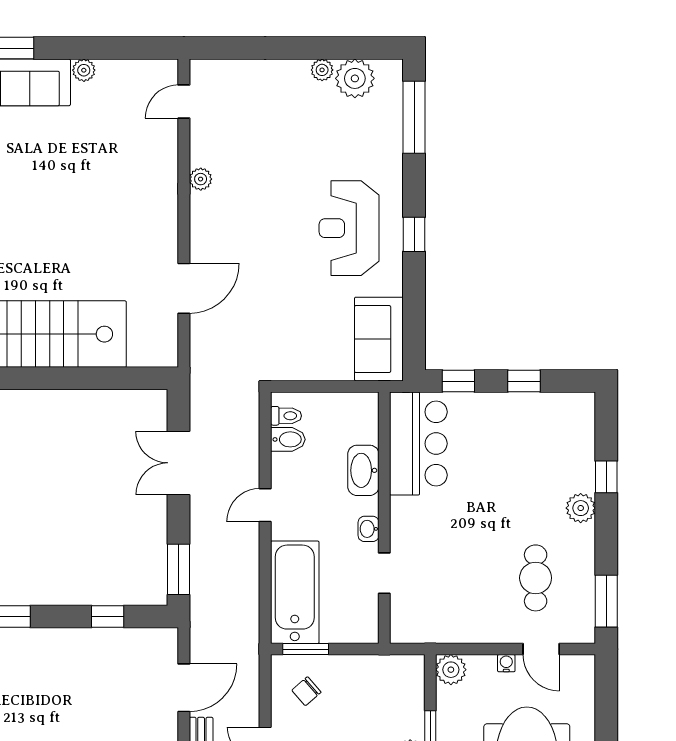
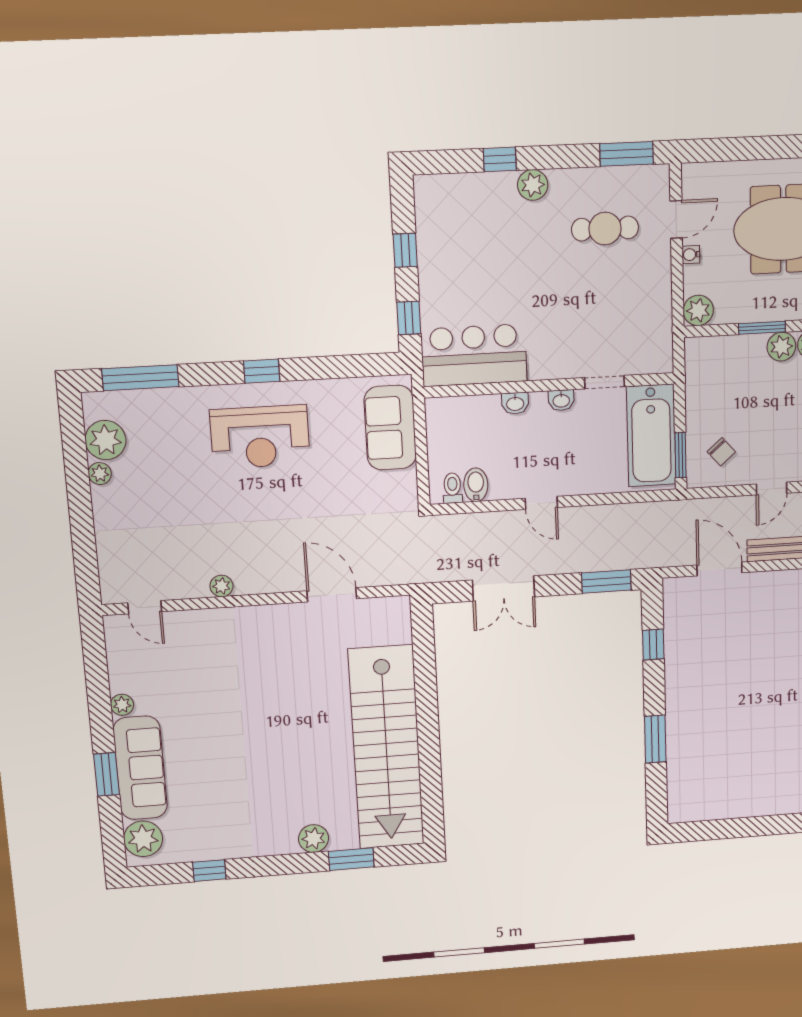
sofa: (379, 339) -> (390, 428), moved, turned 90
washbasin: (363, 470) -> (515, 403), width x0.52, depth x0.69
bathtub: (295, 592) -> (651, 436), moved, turned -90

